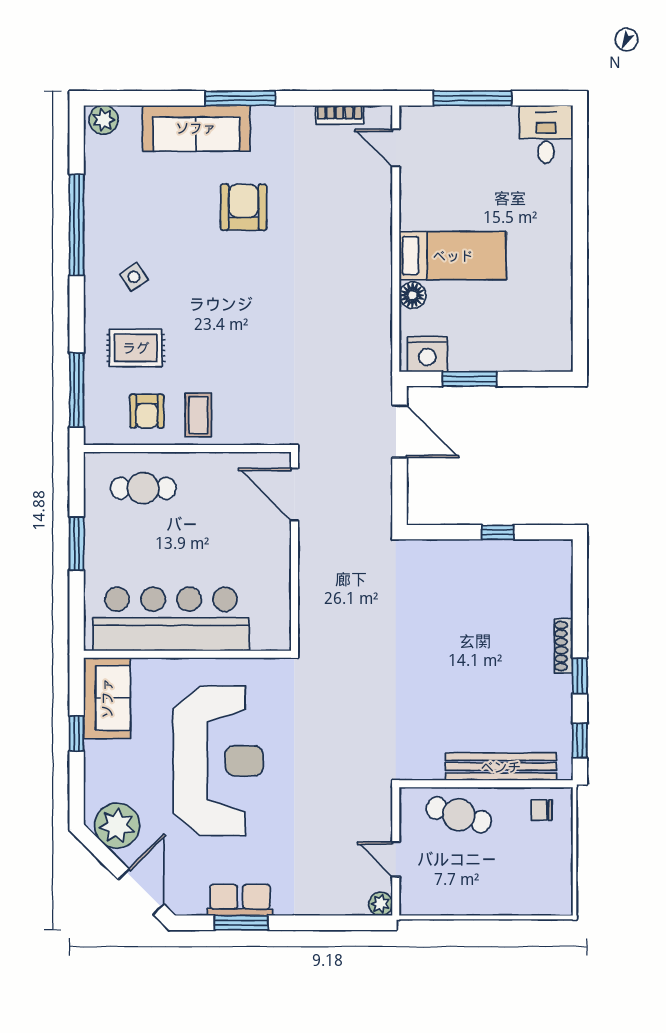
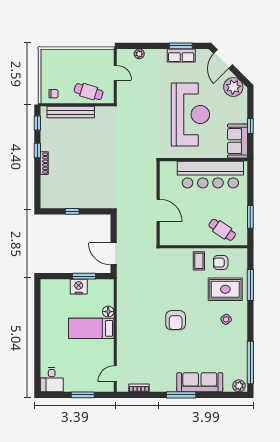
window: (473, 98) -> (83, 395), width x0.69
door: (396, 148) -> (115, 374), swing flipped
armchair: (244, 207) -> (176, 320), moved
window: (77, 225) -> (250, 363), moved
rug: (136, 348) -> (225, 289), width x1.36, depth x1.43
nightstand: (427, 354) -> (79, 287), moved
window: (77, 390) -> (250, 285), moved
armchair: (147, 411) -> (221, 263), turned -90
cafe table: (143, 488) -> (222, 230), turned 34
door: (294, 494) -> (158, 210), moved
window: (77, 544) -> (250, 217), moved
reception desk: (218, 761) -> (190, 114), turned 180
plant: (381, 904) -> (139, 54), moved

